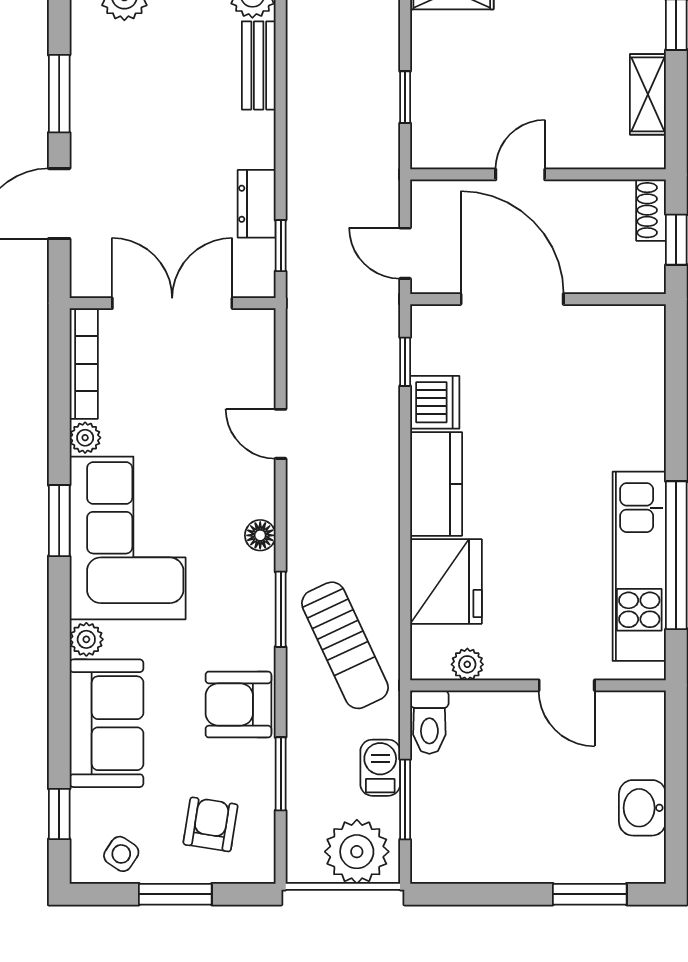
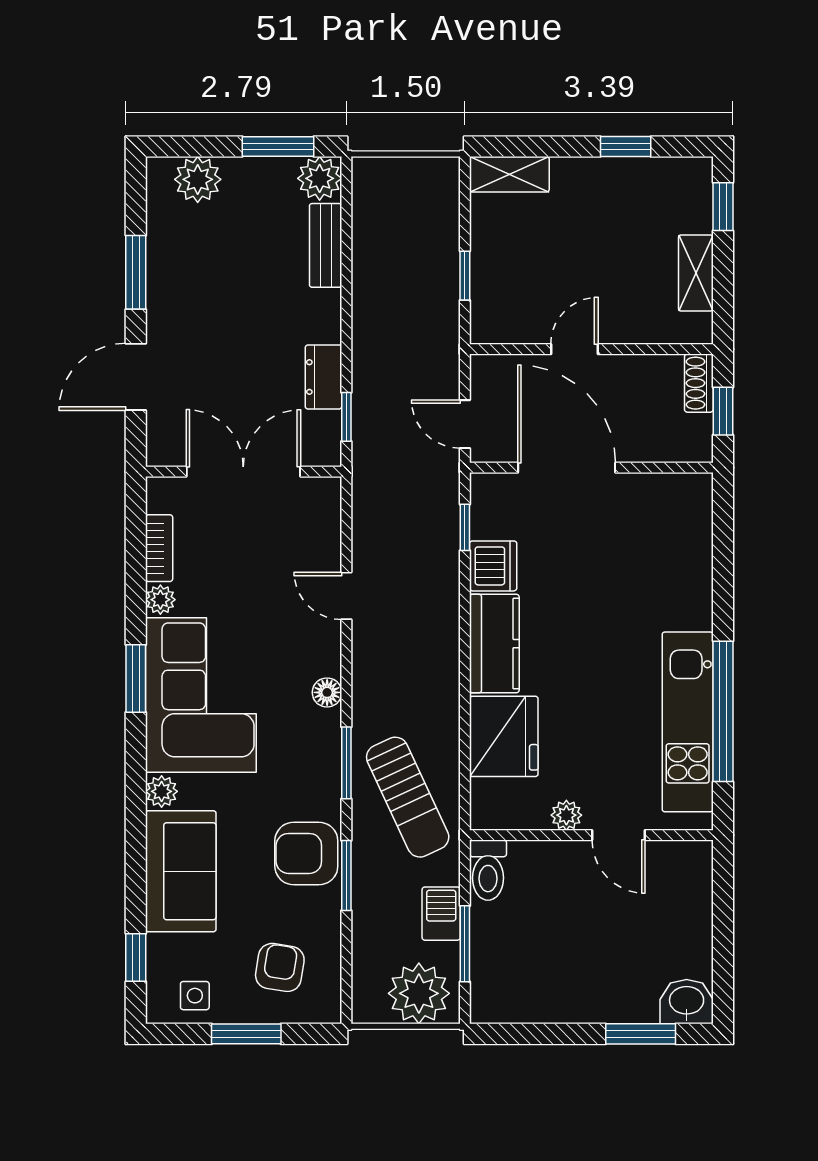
bookcase: (84, 364) -> (159, 548), width x0.64
plant: (467, 664) -> (566, 815), moved
window: (281, 774) -> (346, 875), moved
washbasin: (642, 808) -> (687, 1002), moved, turned 90
side table: (121, 854) -> (195, 996), turned -34

